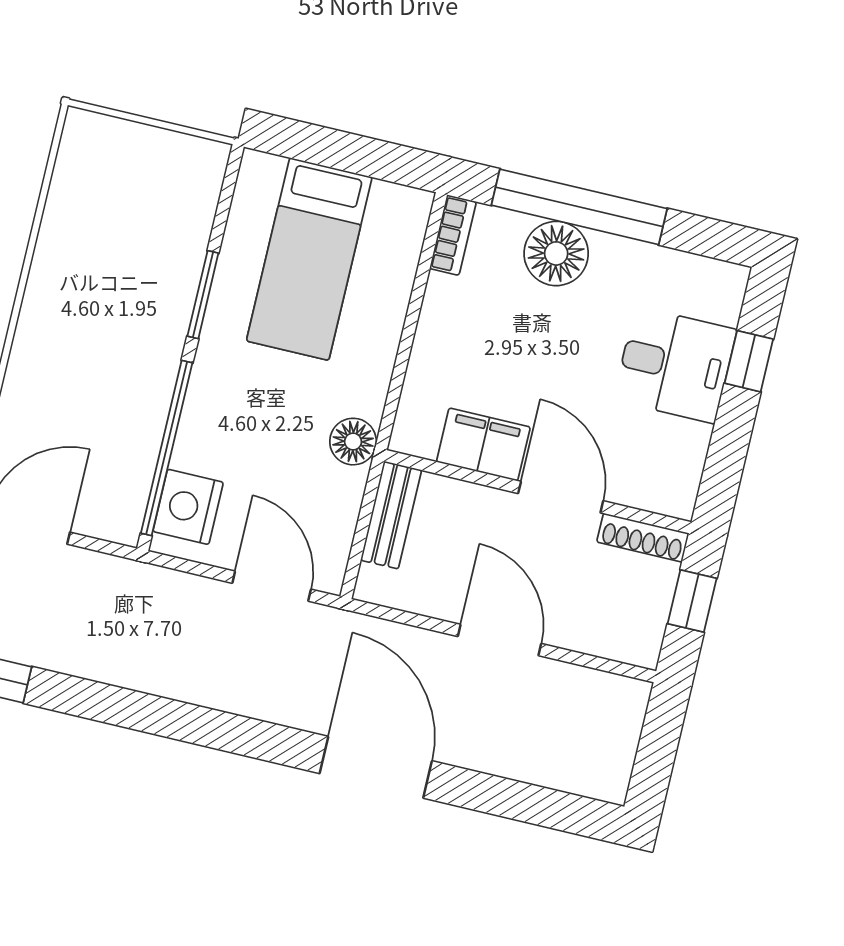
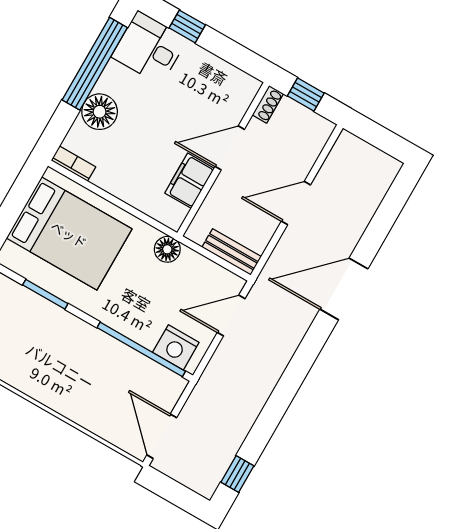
window: (579, 207) -> (95, 64), moved
bed: (309, 259) -> (69, 234), width x1.50
window: (203, 295) -> (45, 294), moved
desk: (675, 365) -> (149, 48), moved, turned -90
bench: (391, 515) -> (232, 252), moved
shoe rack: (643, 538) -> (268, 104), width x0.70

